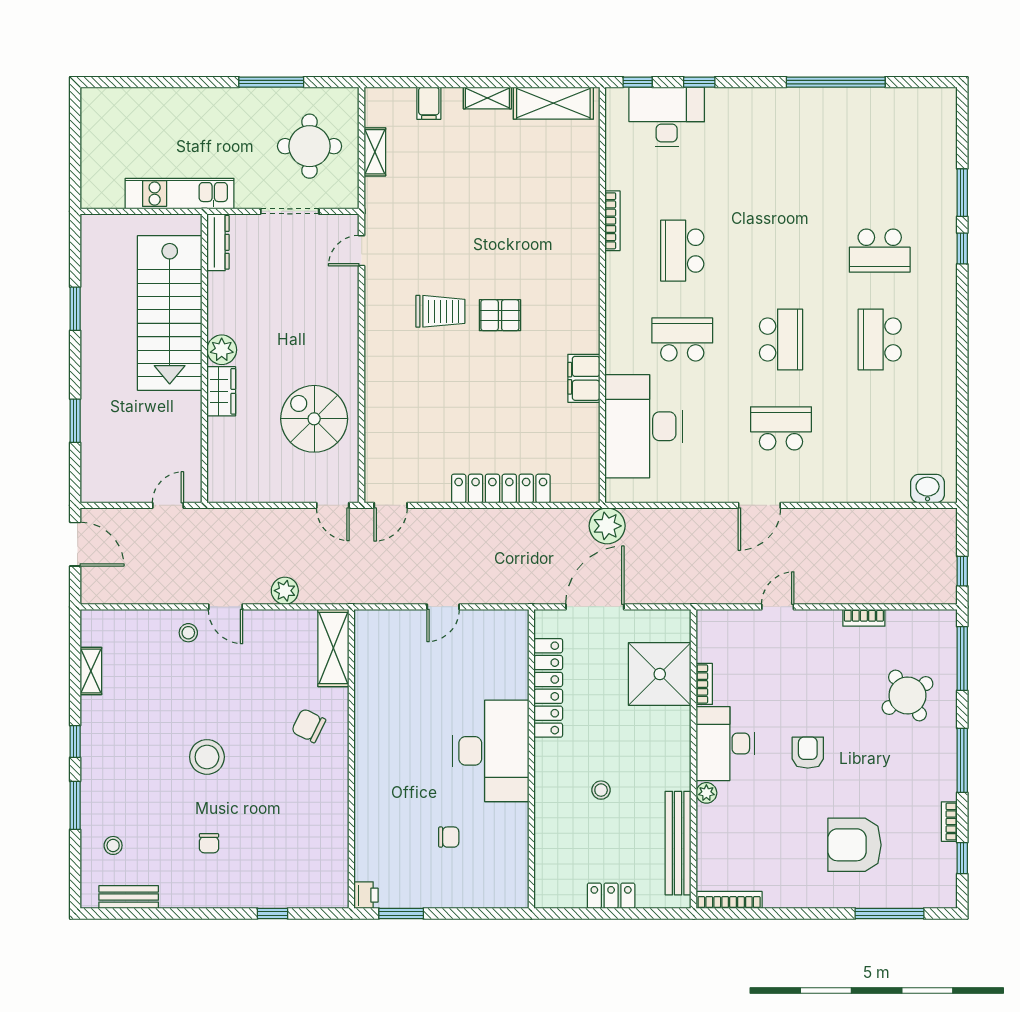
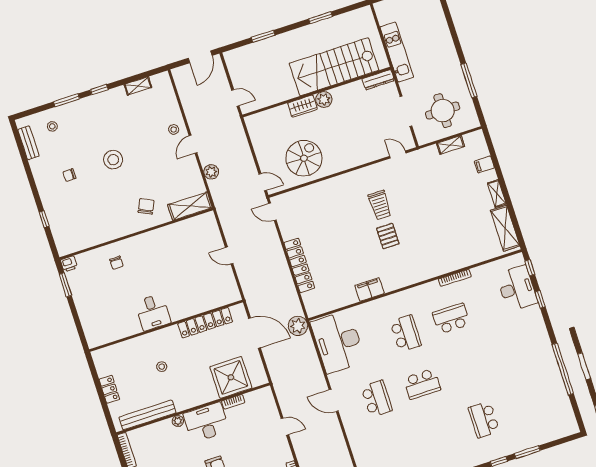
school desk: (880, 340) -> (438, 434), removed
desk: (643, 426) -> (338, 342), moved, turned -90
door: (333, 505) -> (263, 182), swing flipped
desk: (491, 751) -> (153, 312), width x0.53, depth x0.77
chair: (449, 837) -> (116, 263), moved

